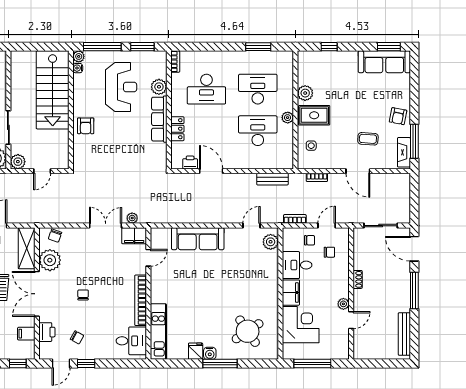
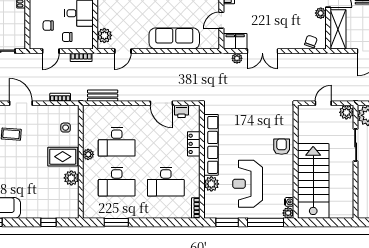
desk: (206, 89) -> (166, 182), turned 180
row of seats: (159, 119) -> (211, 145), width x1.36
plant: (50, 260) -> (321, 13), width x0.53, depth x0.53

